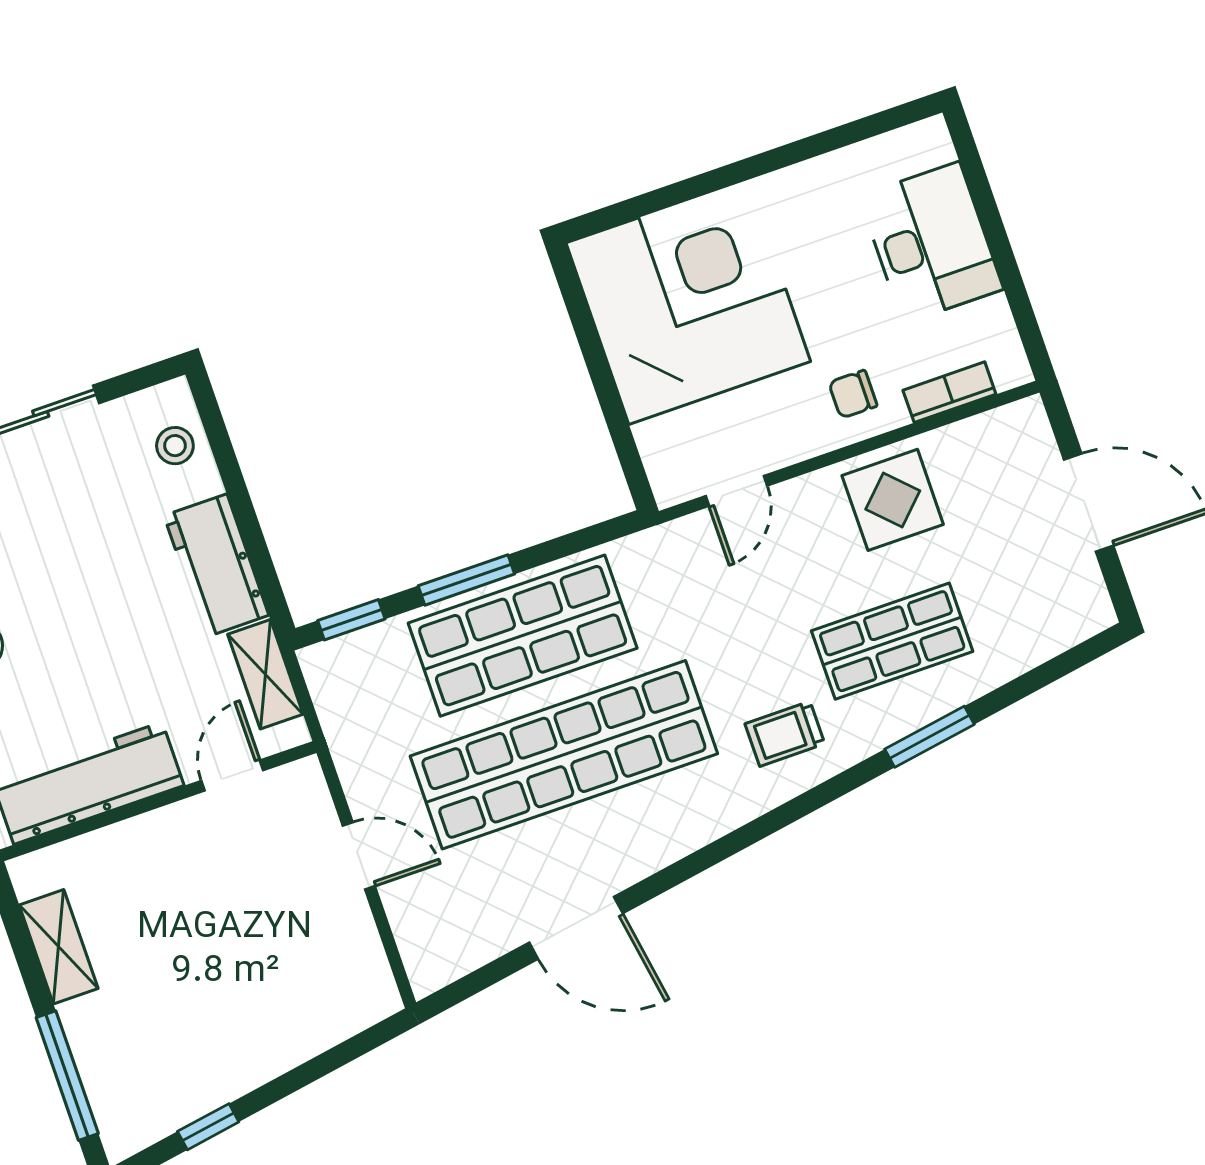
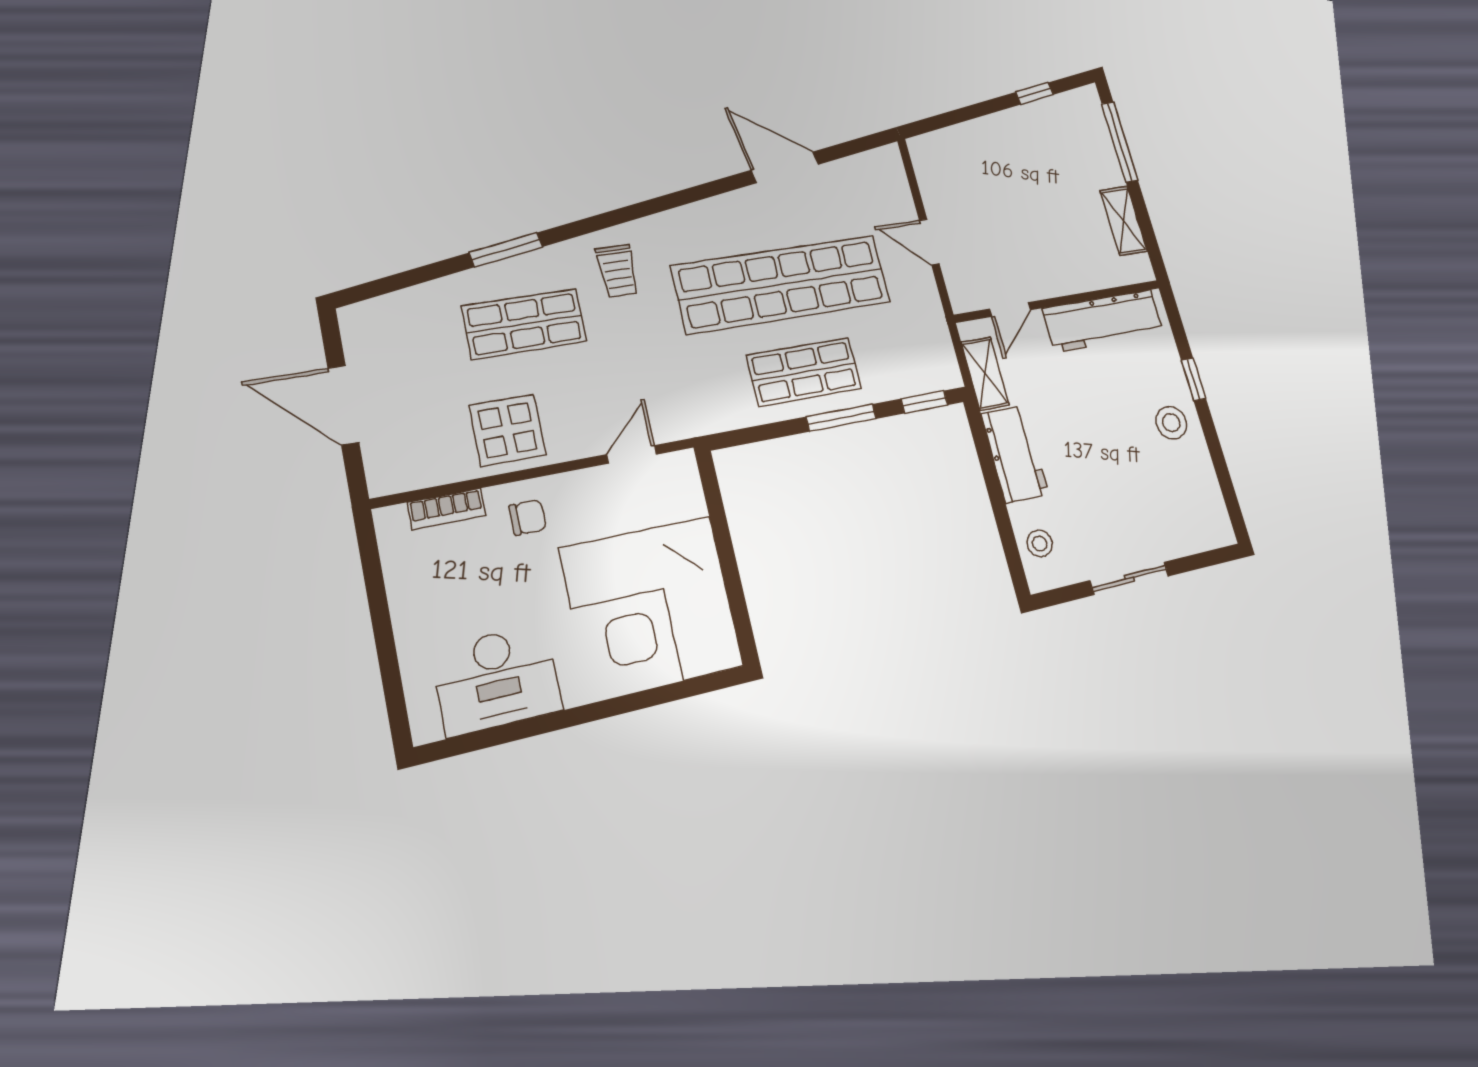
desk: (931, 243) -> (497, 679), moved, turned -90
shop shelf: (523, 636) -> (804, 372), width x0.70, depth x0.74
trolley: (785, 734) -> (618, 271), turned 90

